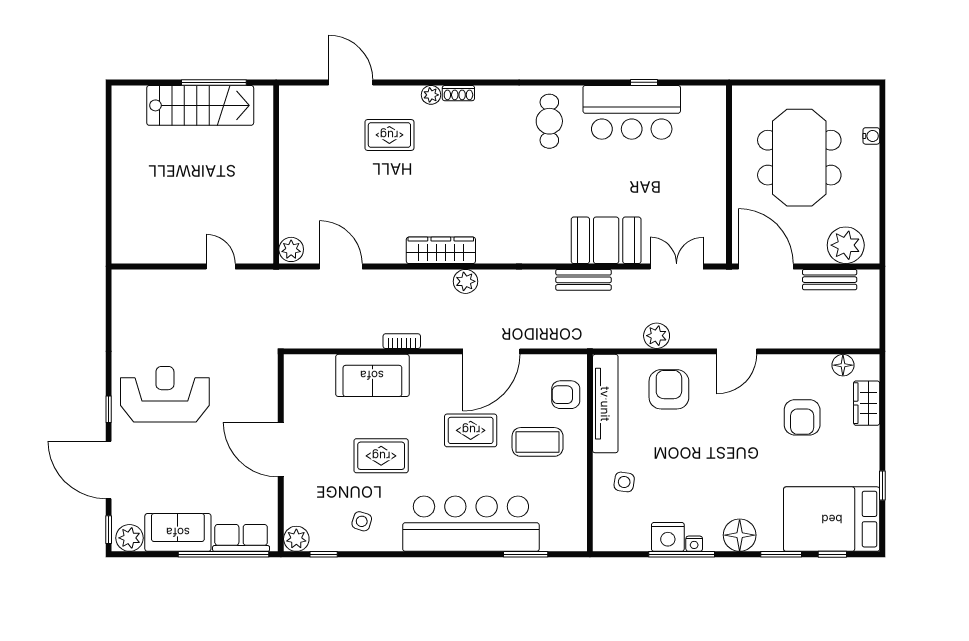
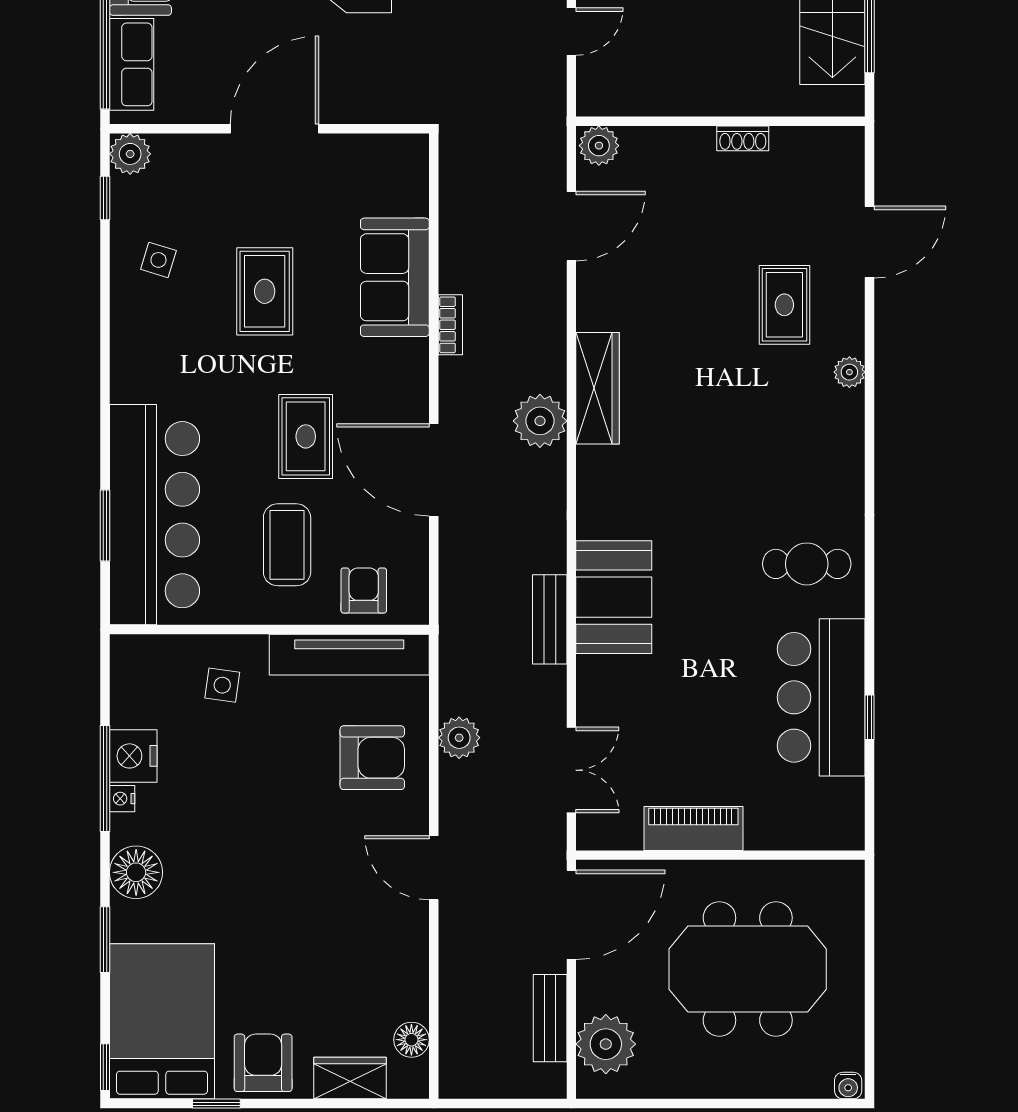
shoe rack: (458, 93) -> (743, 138), moved, turned -90
water cooler: (871, 136) -> (848, 1086), moved
piano: (713, 191) -> (693, 828), added
booth: (606, 240) -> (614, 597), moved
plant: (465, 281) -> (540, 421), width x1.36, depth x1.36
armchair: (802, 417) -> (263, 1063), moved, turned 90
bar counter: (471, 524) -> (155, 515), moved
window: (832, 554) -> (105, 1067), moved

